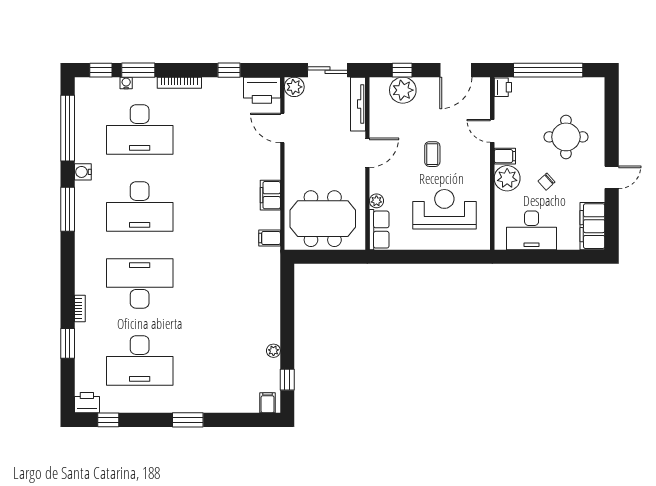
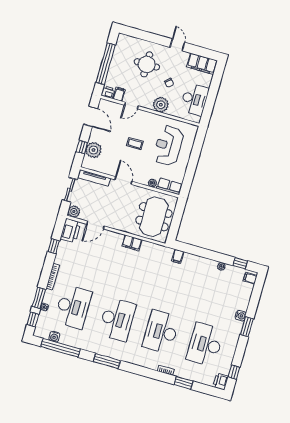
filing cabinet: (505, 156) -> (119, 94), moved
water cooler: (83, 172) -> (54, 337), moved
filing cabinet: (270, 238) -> (178, 256), moved
desk: (140, 360) -> (205, 344), turned 180
water cooler: (203, 405) -> (241, 316), added

